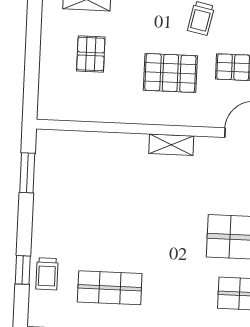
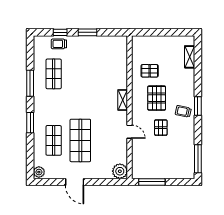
pallet: (91, 54) -> (150, 71), moved
window: (27, 173) -> (88, 32), moved

